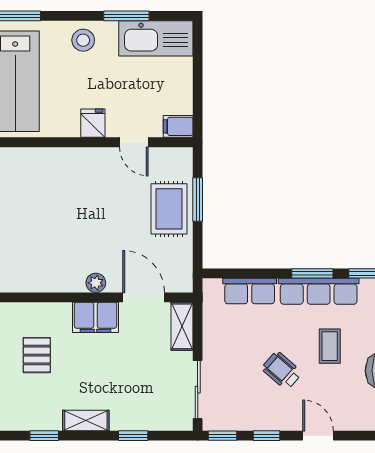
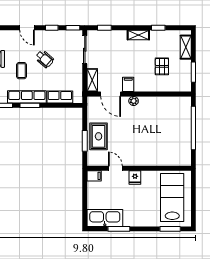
stool: (83, 40) -> (140, 217), removed
filing cabinet: (95, 317) -> (128, 84), width x0.50
window: (133, 436) -> (104, 28), moved

